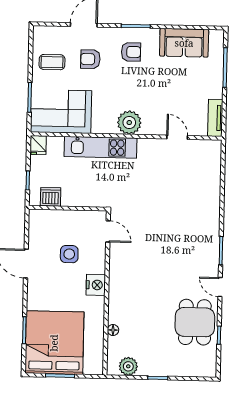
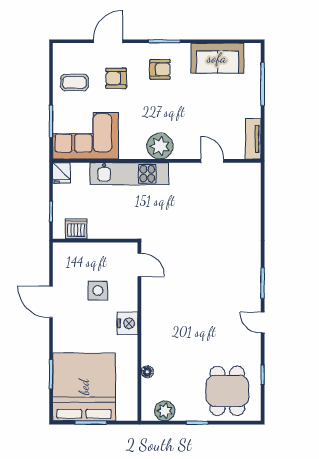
dining table: (195, 322) -> (227, 391), moved

